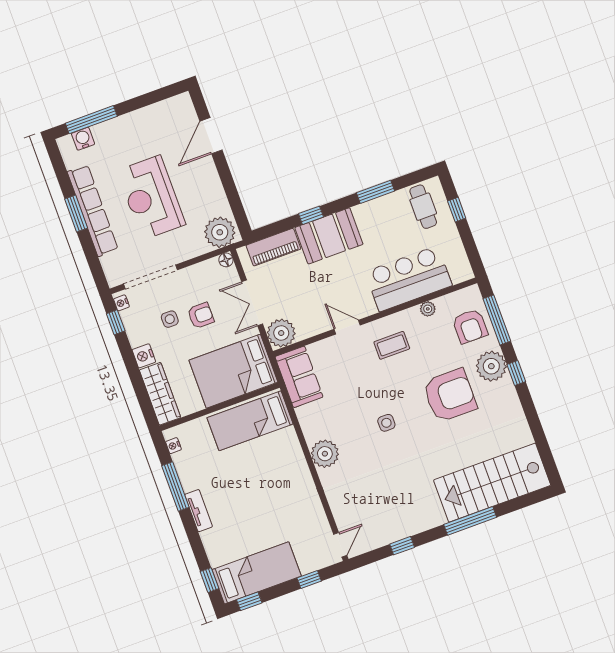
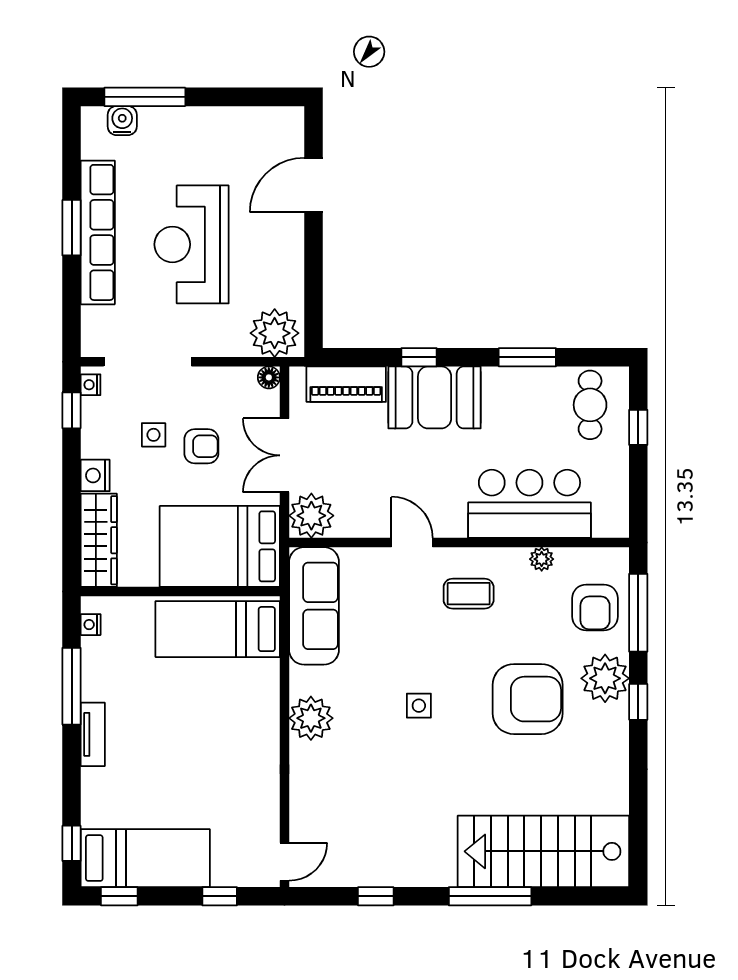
sofa: (299, 377) -> (314, 606), width x1.36

